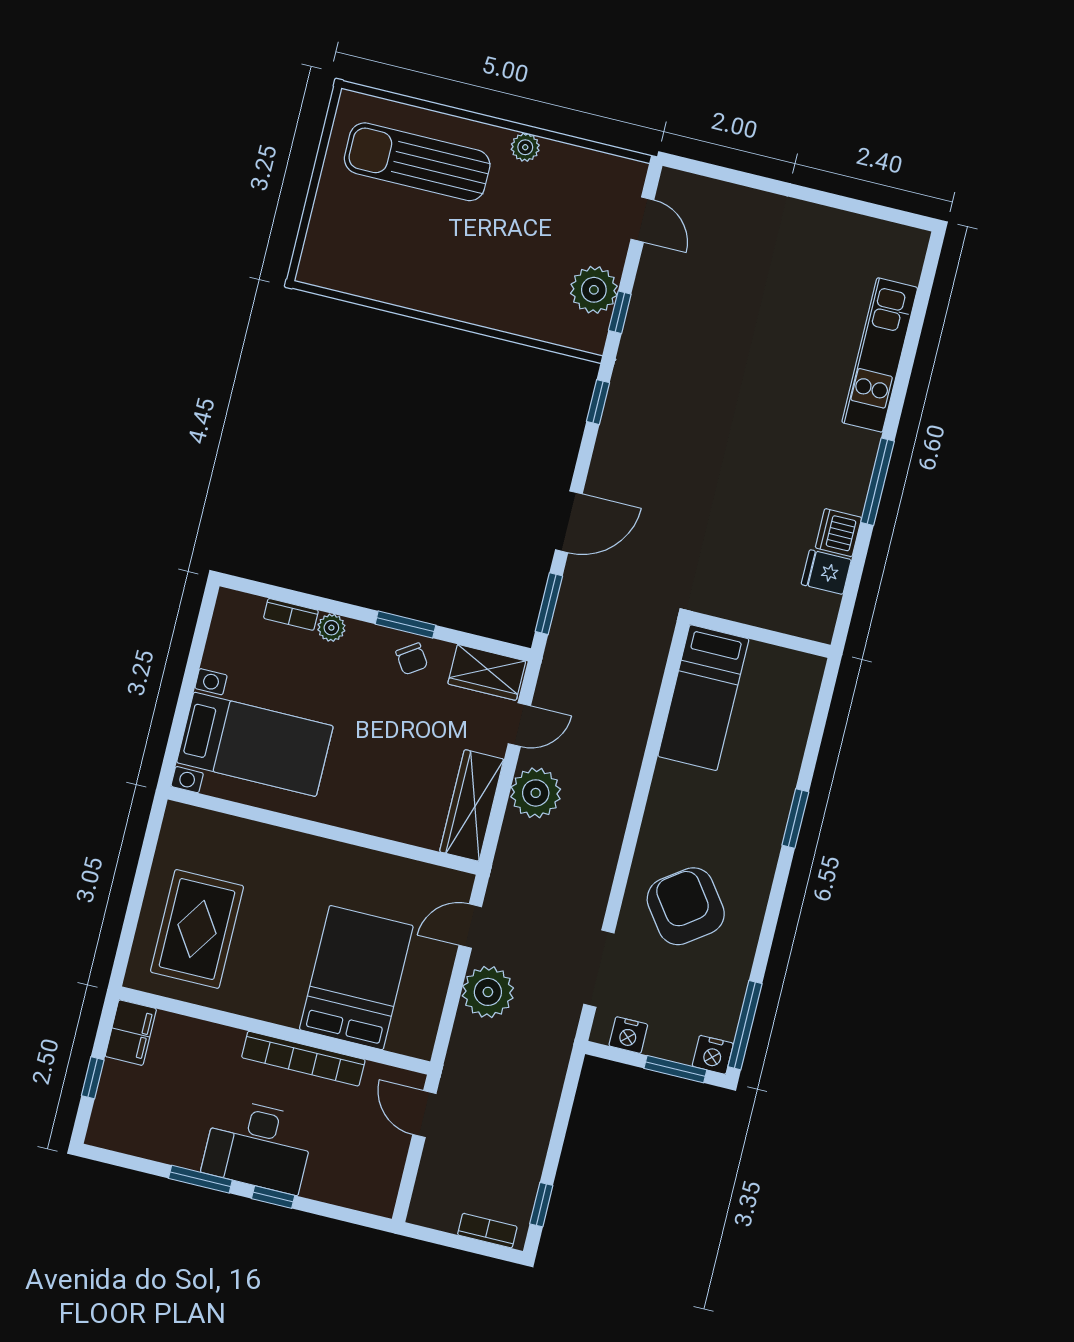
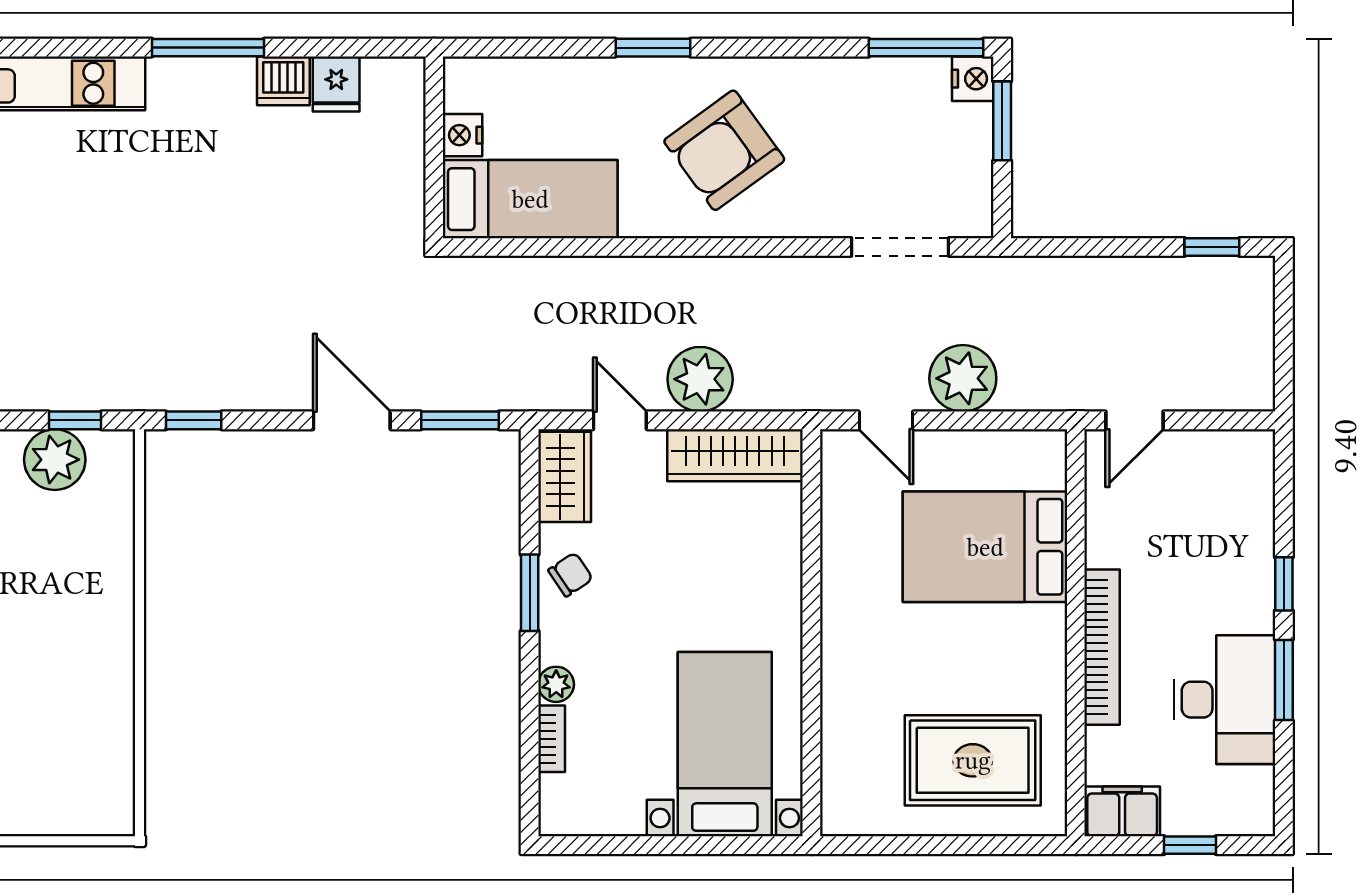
armchair: (686, 906) -> (724, 150), moved
nightstand: (628, 1035) -> (463, 135), moved, turned 180
bookcase: (303, 1059) -> (1102, 647), moved
desk: (258, 1146) -> (1224, 700), moved
bookcase: (487, 1231) -> (1261, 306), removed

